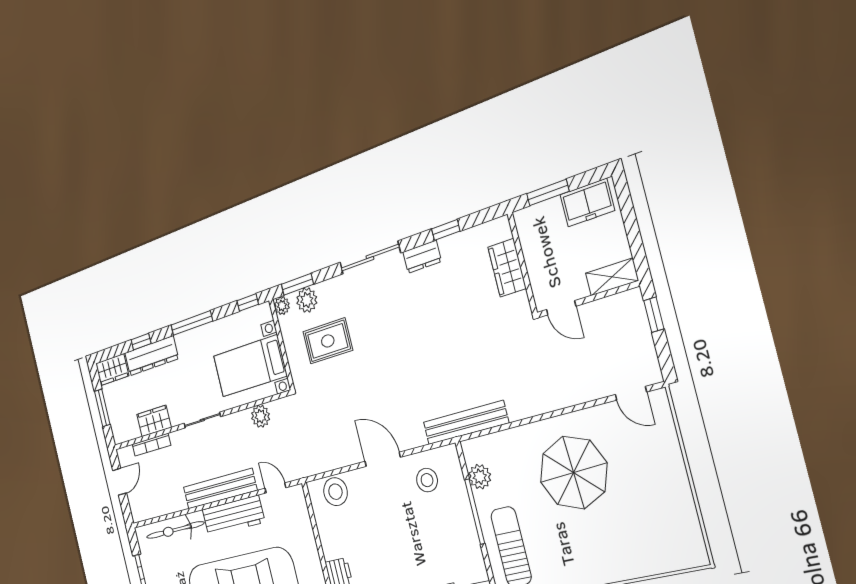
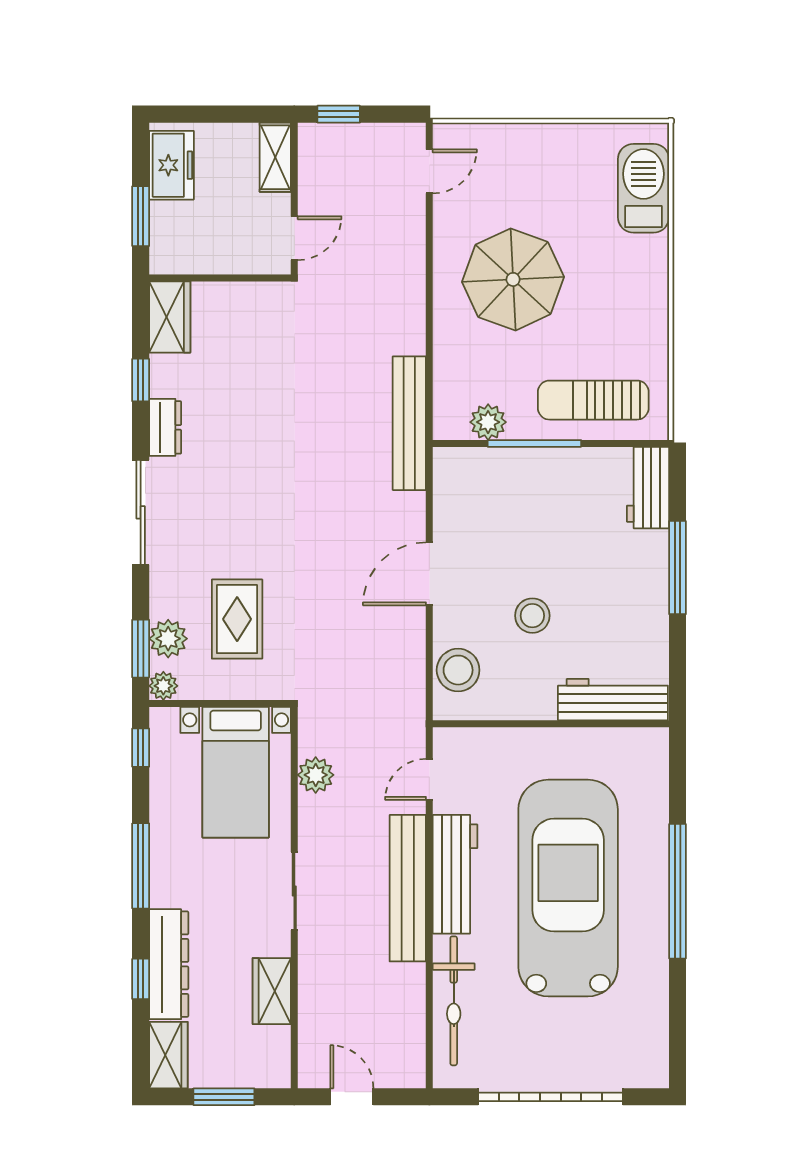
wardrobe: (507, 268) -> (170, 317), moved, turned -90
bookcase: (151, 445) -> (308, 1008), removed
stool: (427, 480) -> (532, 616), moved
barbecue: (659, 555) -> (643, 188), added

